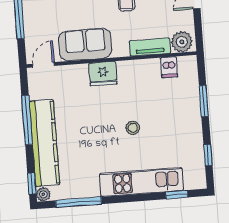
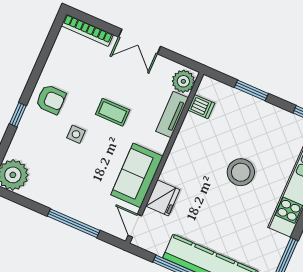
fridge: (103, 74) -> (163, 198), moved
stool: (133, 128) -> (241, 172), width x1.89, depth x1.89

